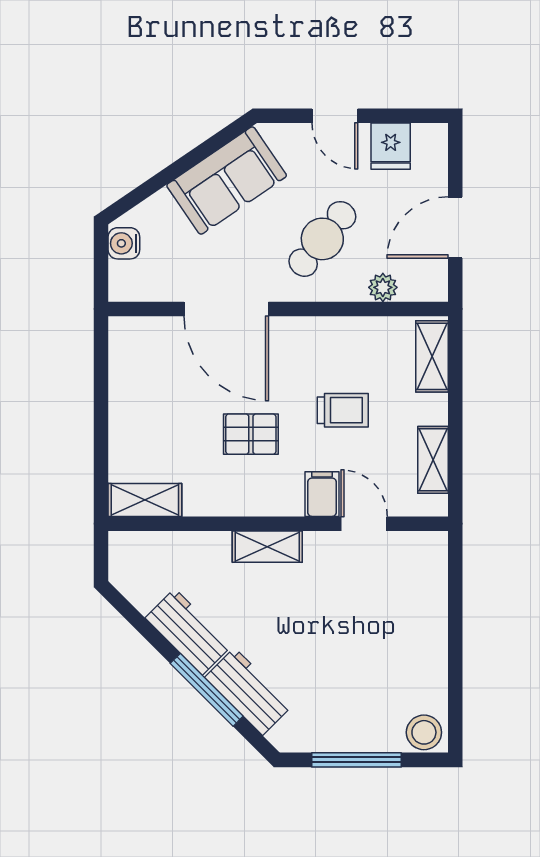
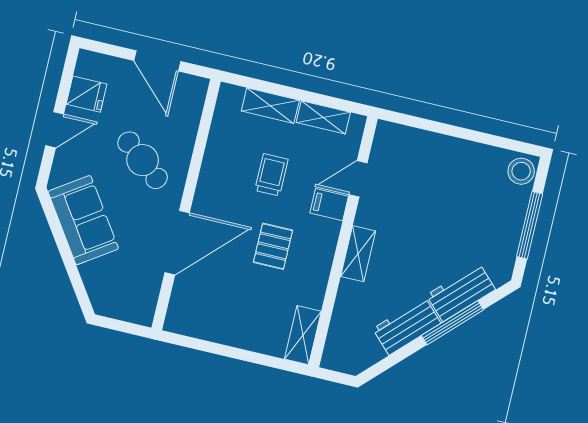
water cooler: (124, 243) -> (111, 306), removed
plant: (383, 287) -> (189, 124), removed
shelving: (432, 356) -> (270, 106), moved

